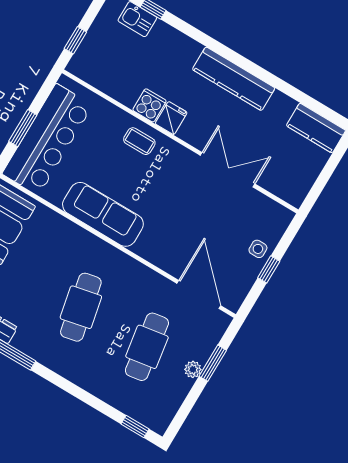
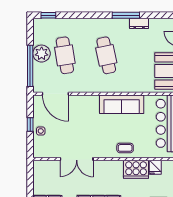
cooker: (149, 105) -> (136, 169), width x1.87, depth x1.31
fridge: (171, 118) -> (155, 167), moved
window: (213, 363) -> (30, 66), width x2.11
plant: (193, 369) -> (42, 54), width x1.88, depth x1.88

